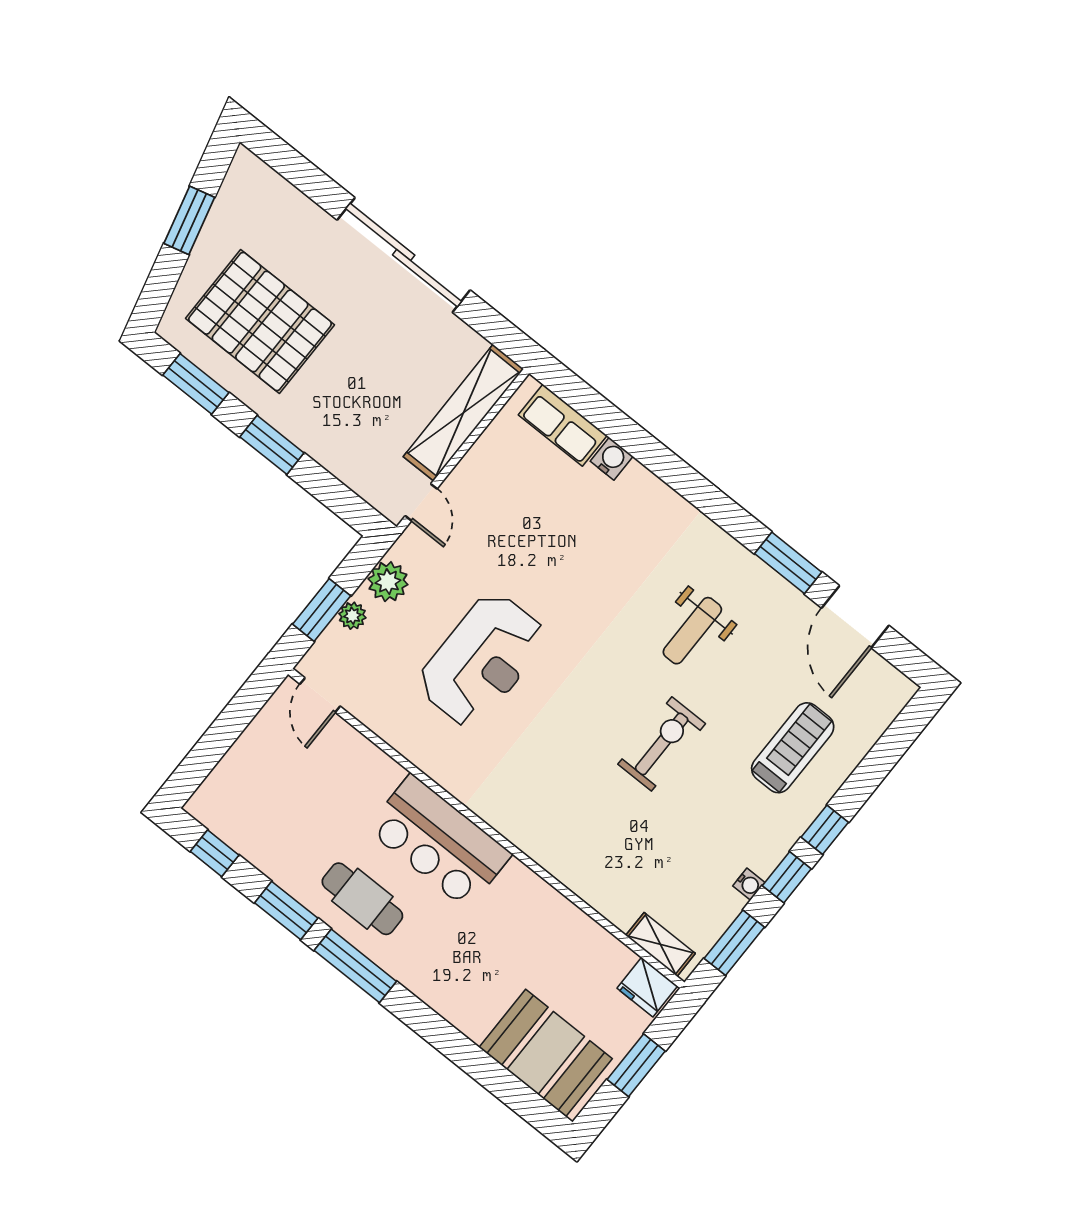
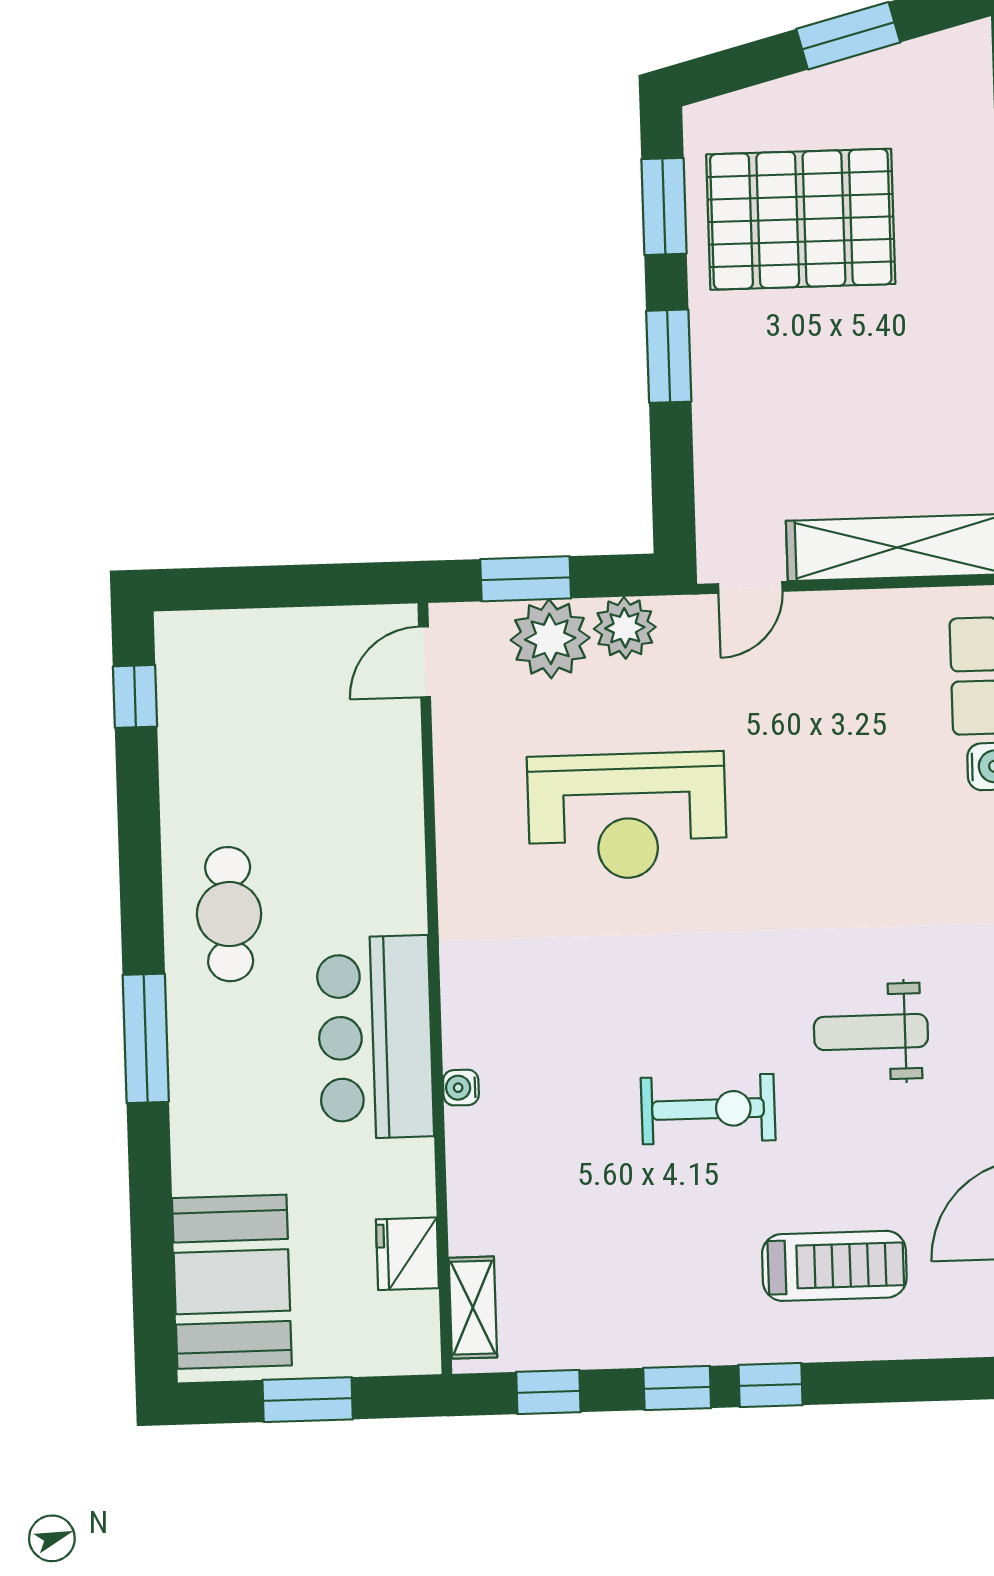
pallet: (260, 322) -> (801, 219), turned 90
plant: (352, 616) -> (550, 639), width x1.87, depth x1.87
bar counter: (439, 842) -> (375, 1037), moved
water cooler: (749, 884) -> (461, 1088), moved, turned 90
window: (286, 910) -> (139, 837), removed
window: (734, 943) -> (548, 1392), width x0.67
window: (355, 966) -> (146, 1038), moved
fridge: (647, 987) -> (407, 1254), moved

